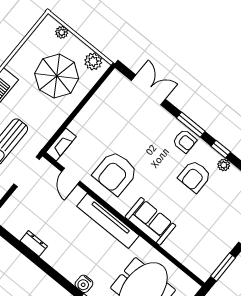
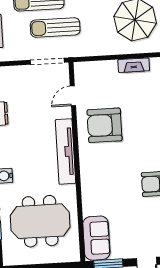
fireplace: (61, 144) -> (134, 65), moved
sofa: (150, 221) -> (96, 238), moved

